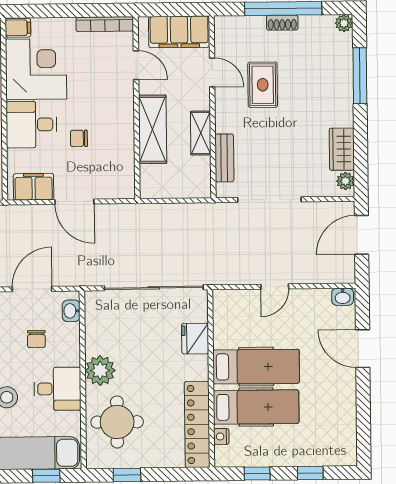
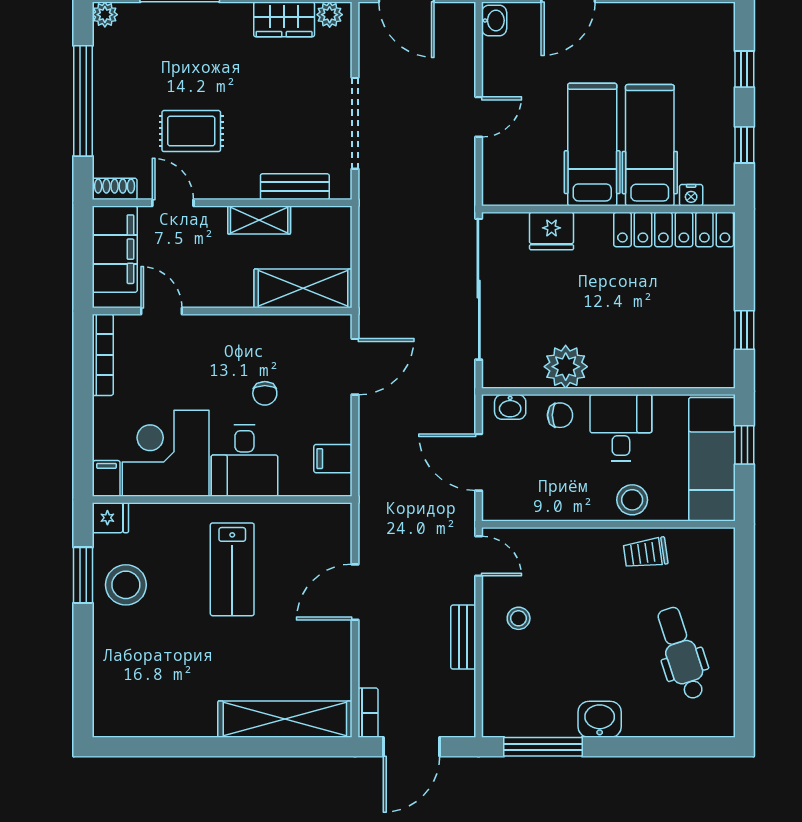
shoe rack: (282, 23) -> (115, 189), moved, turned -90
door: (136, 65) -> (161, 311), hinge flipped
door: (212, 72) -> (173, 203), hinge flipped
shelving: (153, 129) -> (303, 288), moved
filing cabinet: (34, 187) -> (333, 459), width x0.50
door: (74, 202) -> (355, 367), moved
door: (275, 287) -> (479, 117), hinge flipped
chair: (36, 339) -> (560, 415), moved
plant: (100, 370) -> (566, 367), moved
round table: (117, 422) -> (669, 343), removed

